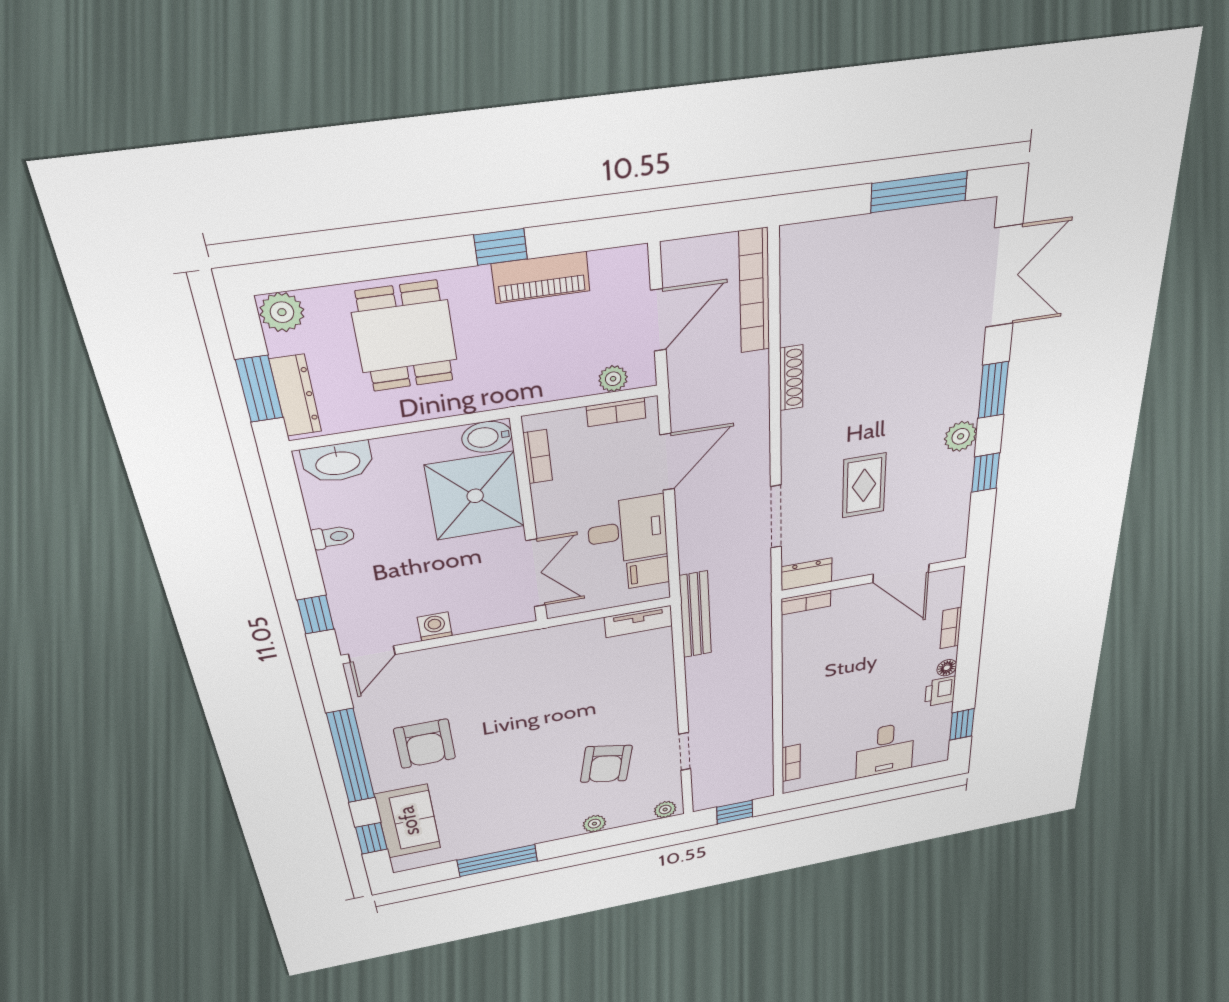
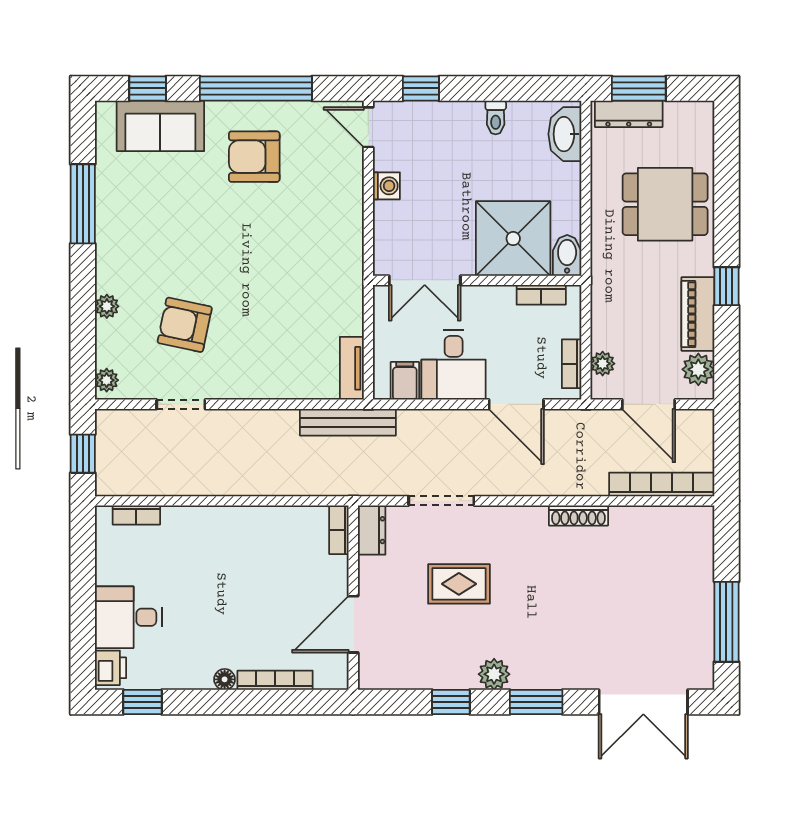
plant: (282, 312) -> (698, 369), moved
bookcase: (951, 628) -> (275, 680), width x1.56
printer: (940, 691) -> (111, 668), moved, turned 90

